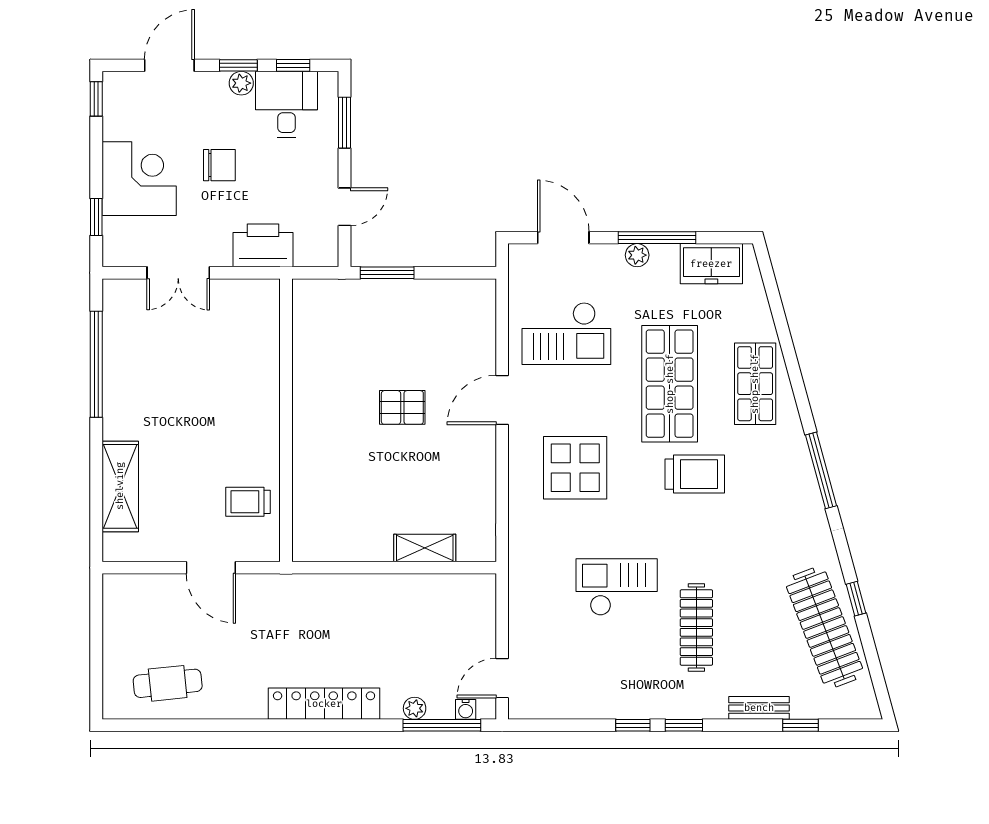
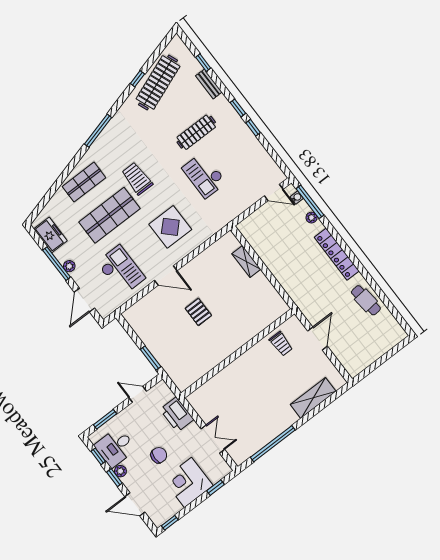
chair: (219, 165) -> (159, 455), turned 92
cafe table: (168, 683) -> (366, 300), moved

